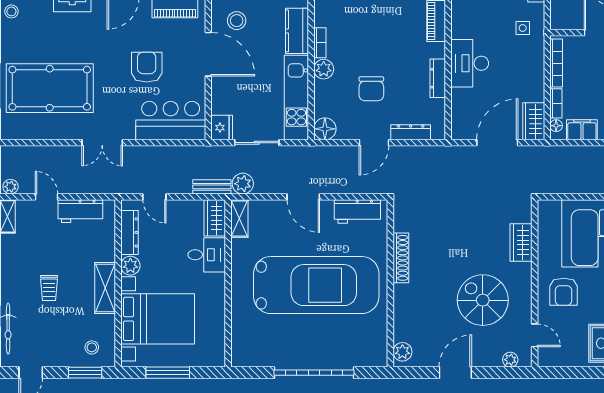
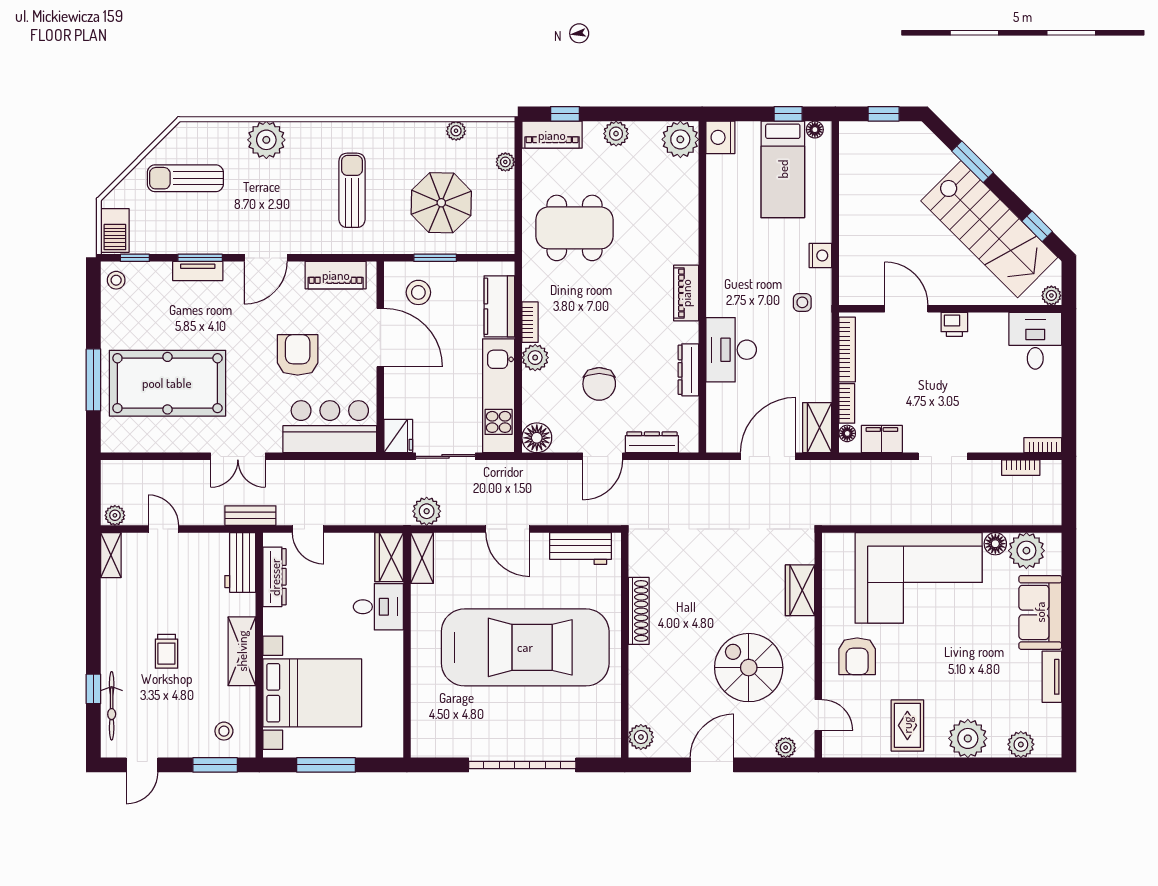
bench: (212, 187) -> (250, 516), moved
workbench: (80, 211) -> (240, 562), moved, turned 90
plant: (130, 266) -> (276, 621), removed

